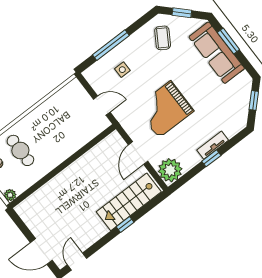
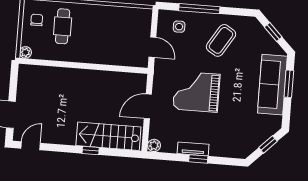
coffee table: (163, 38) -> (221, 40), moved, width x1.36, depth x1.30
side table: (122, 70) -> (179, 27), moved
tv unit: (213, 145) -> (193, 149), moved
plant: (170, 170) -> (154, 145), width x0.53, depth x0.53

